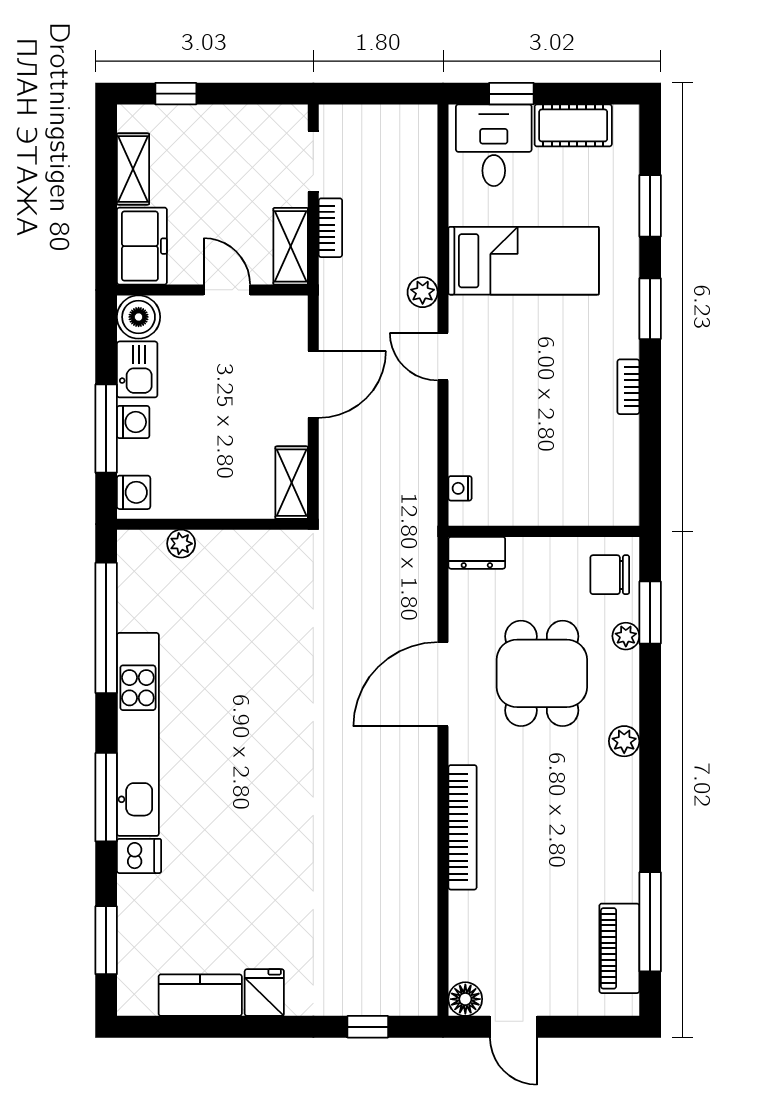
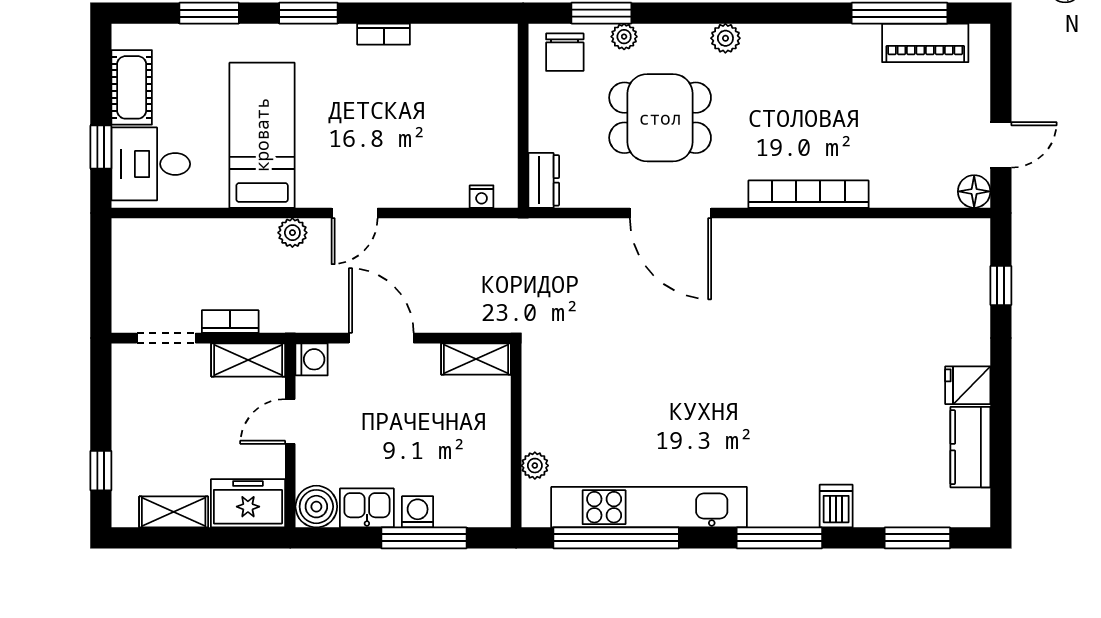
washing machine: (134, 492) -> (312, 359), moved, turned 90
kitchen unit: (138, 734) -> (649, 507), moved

